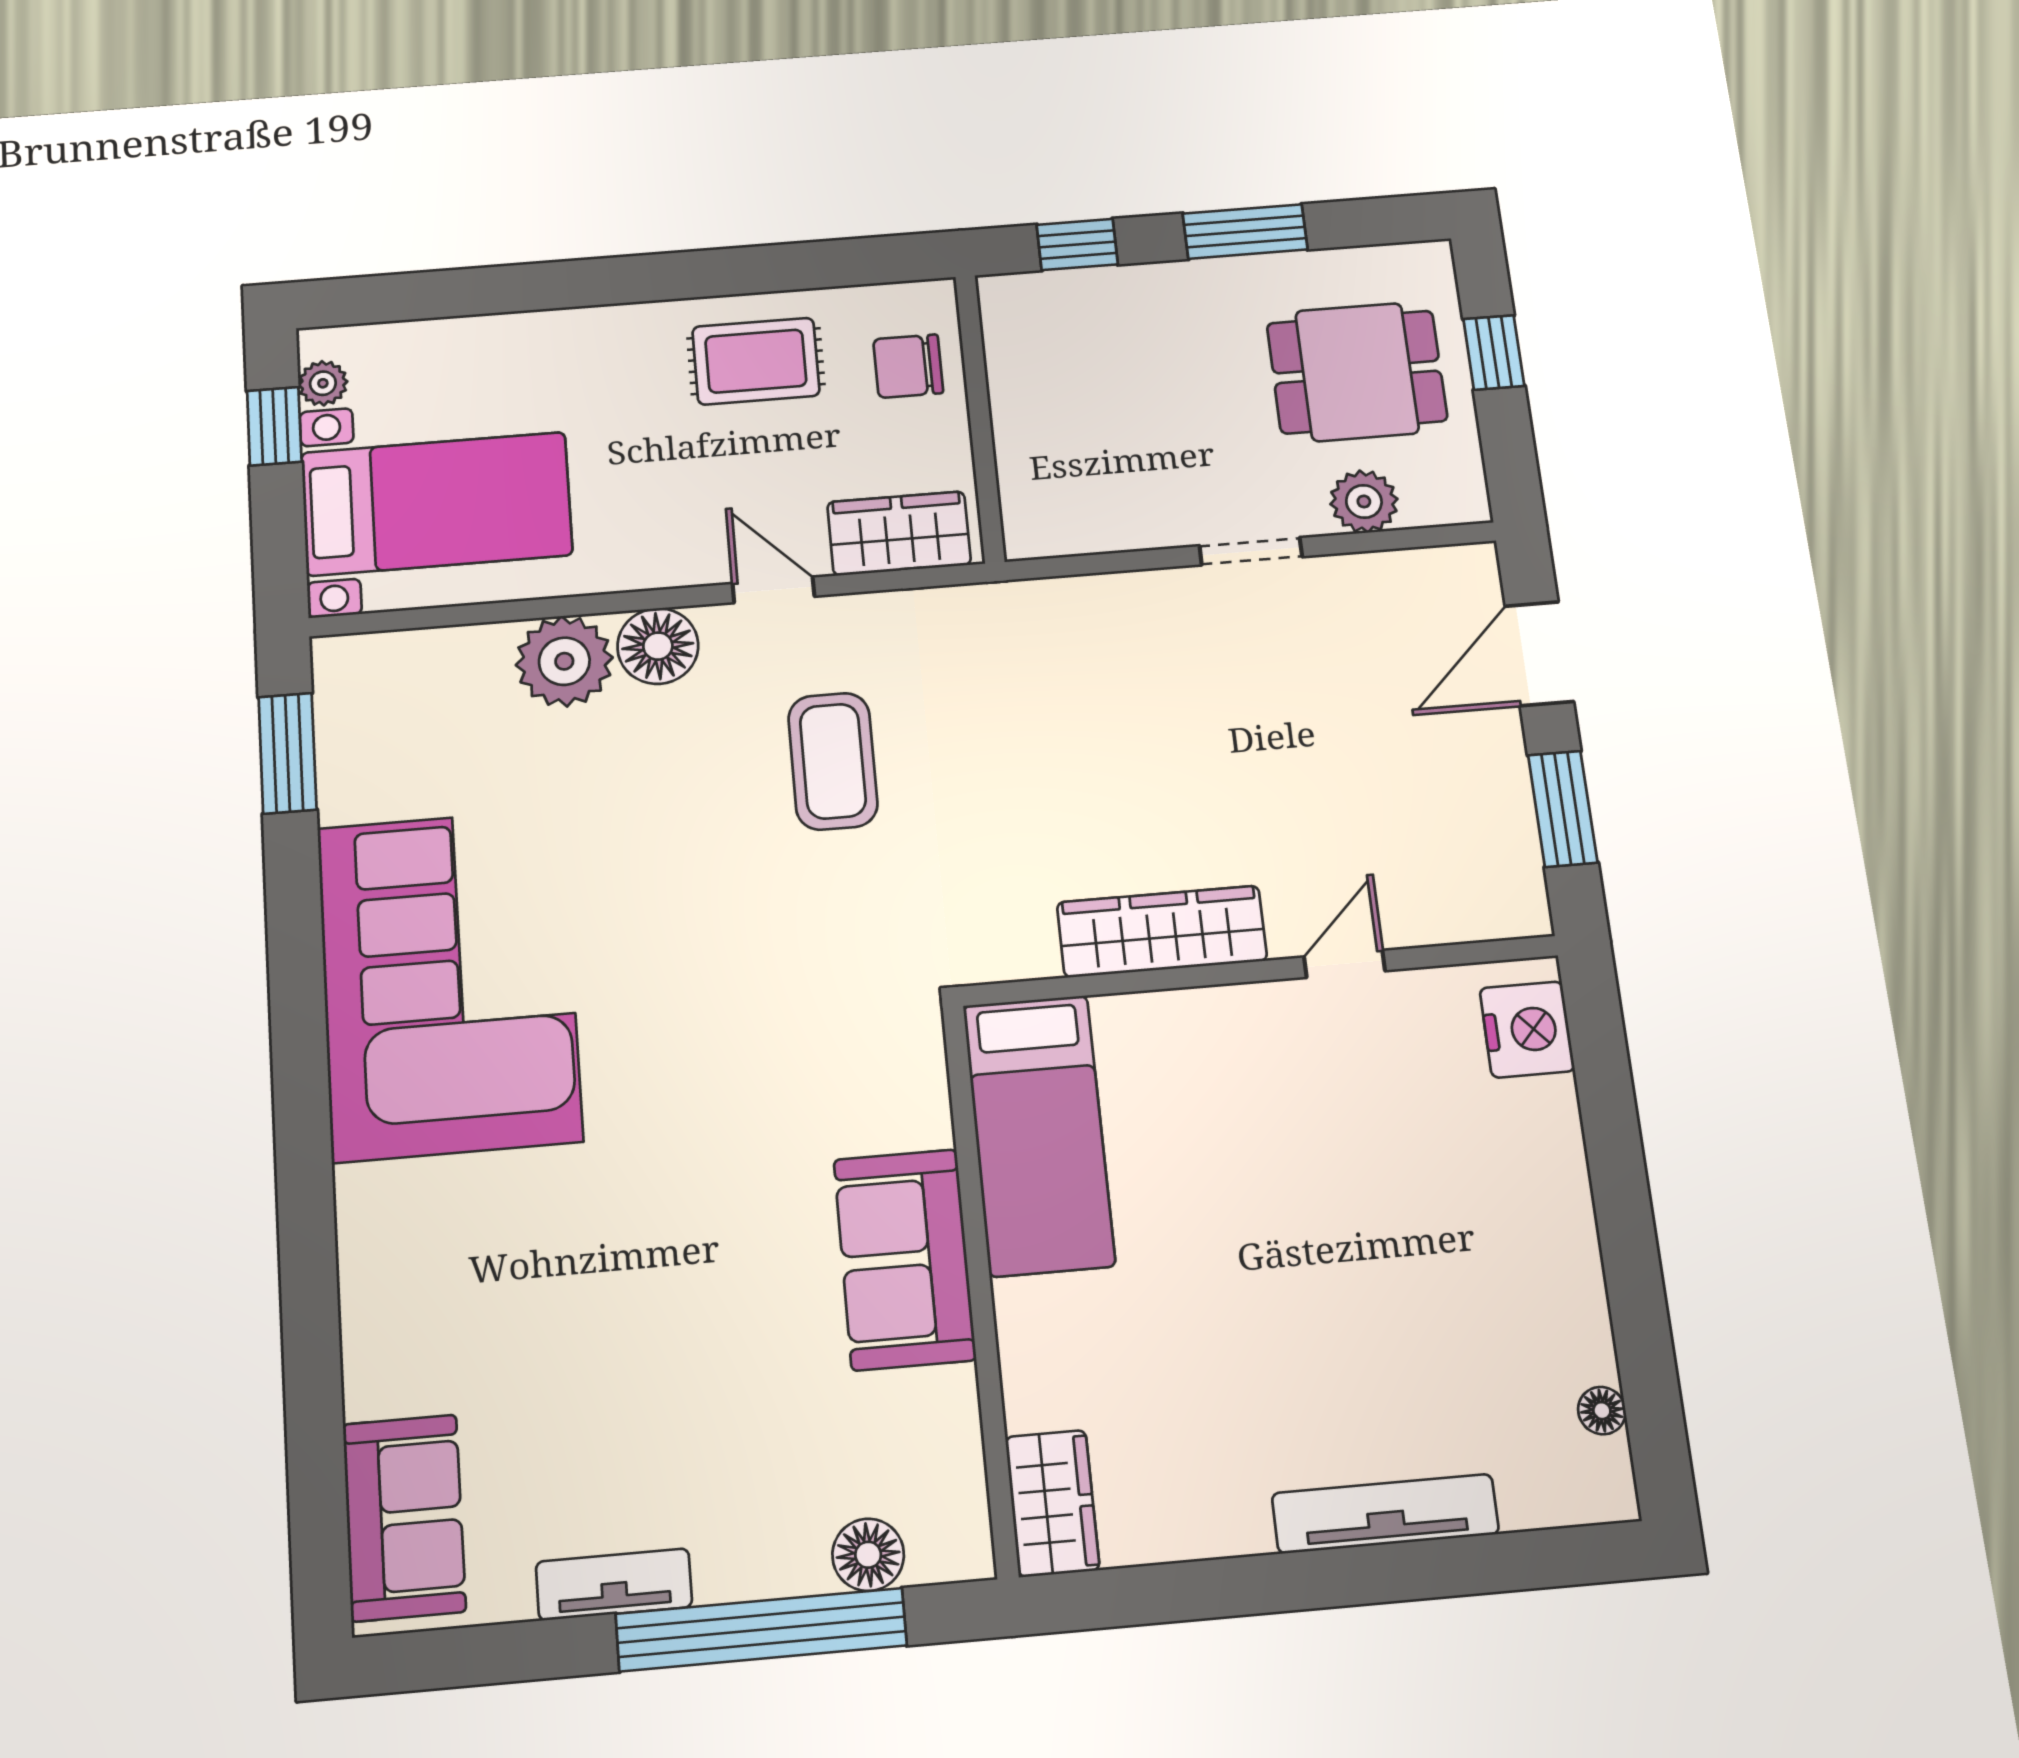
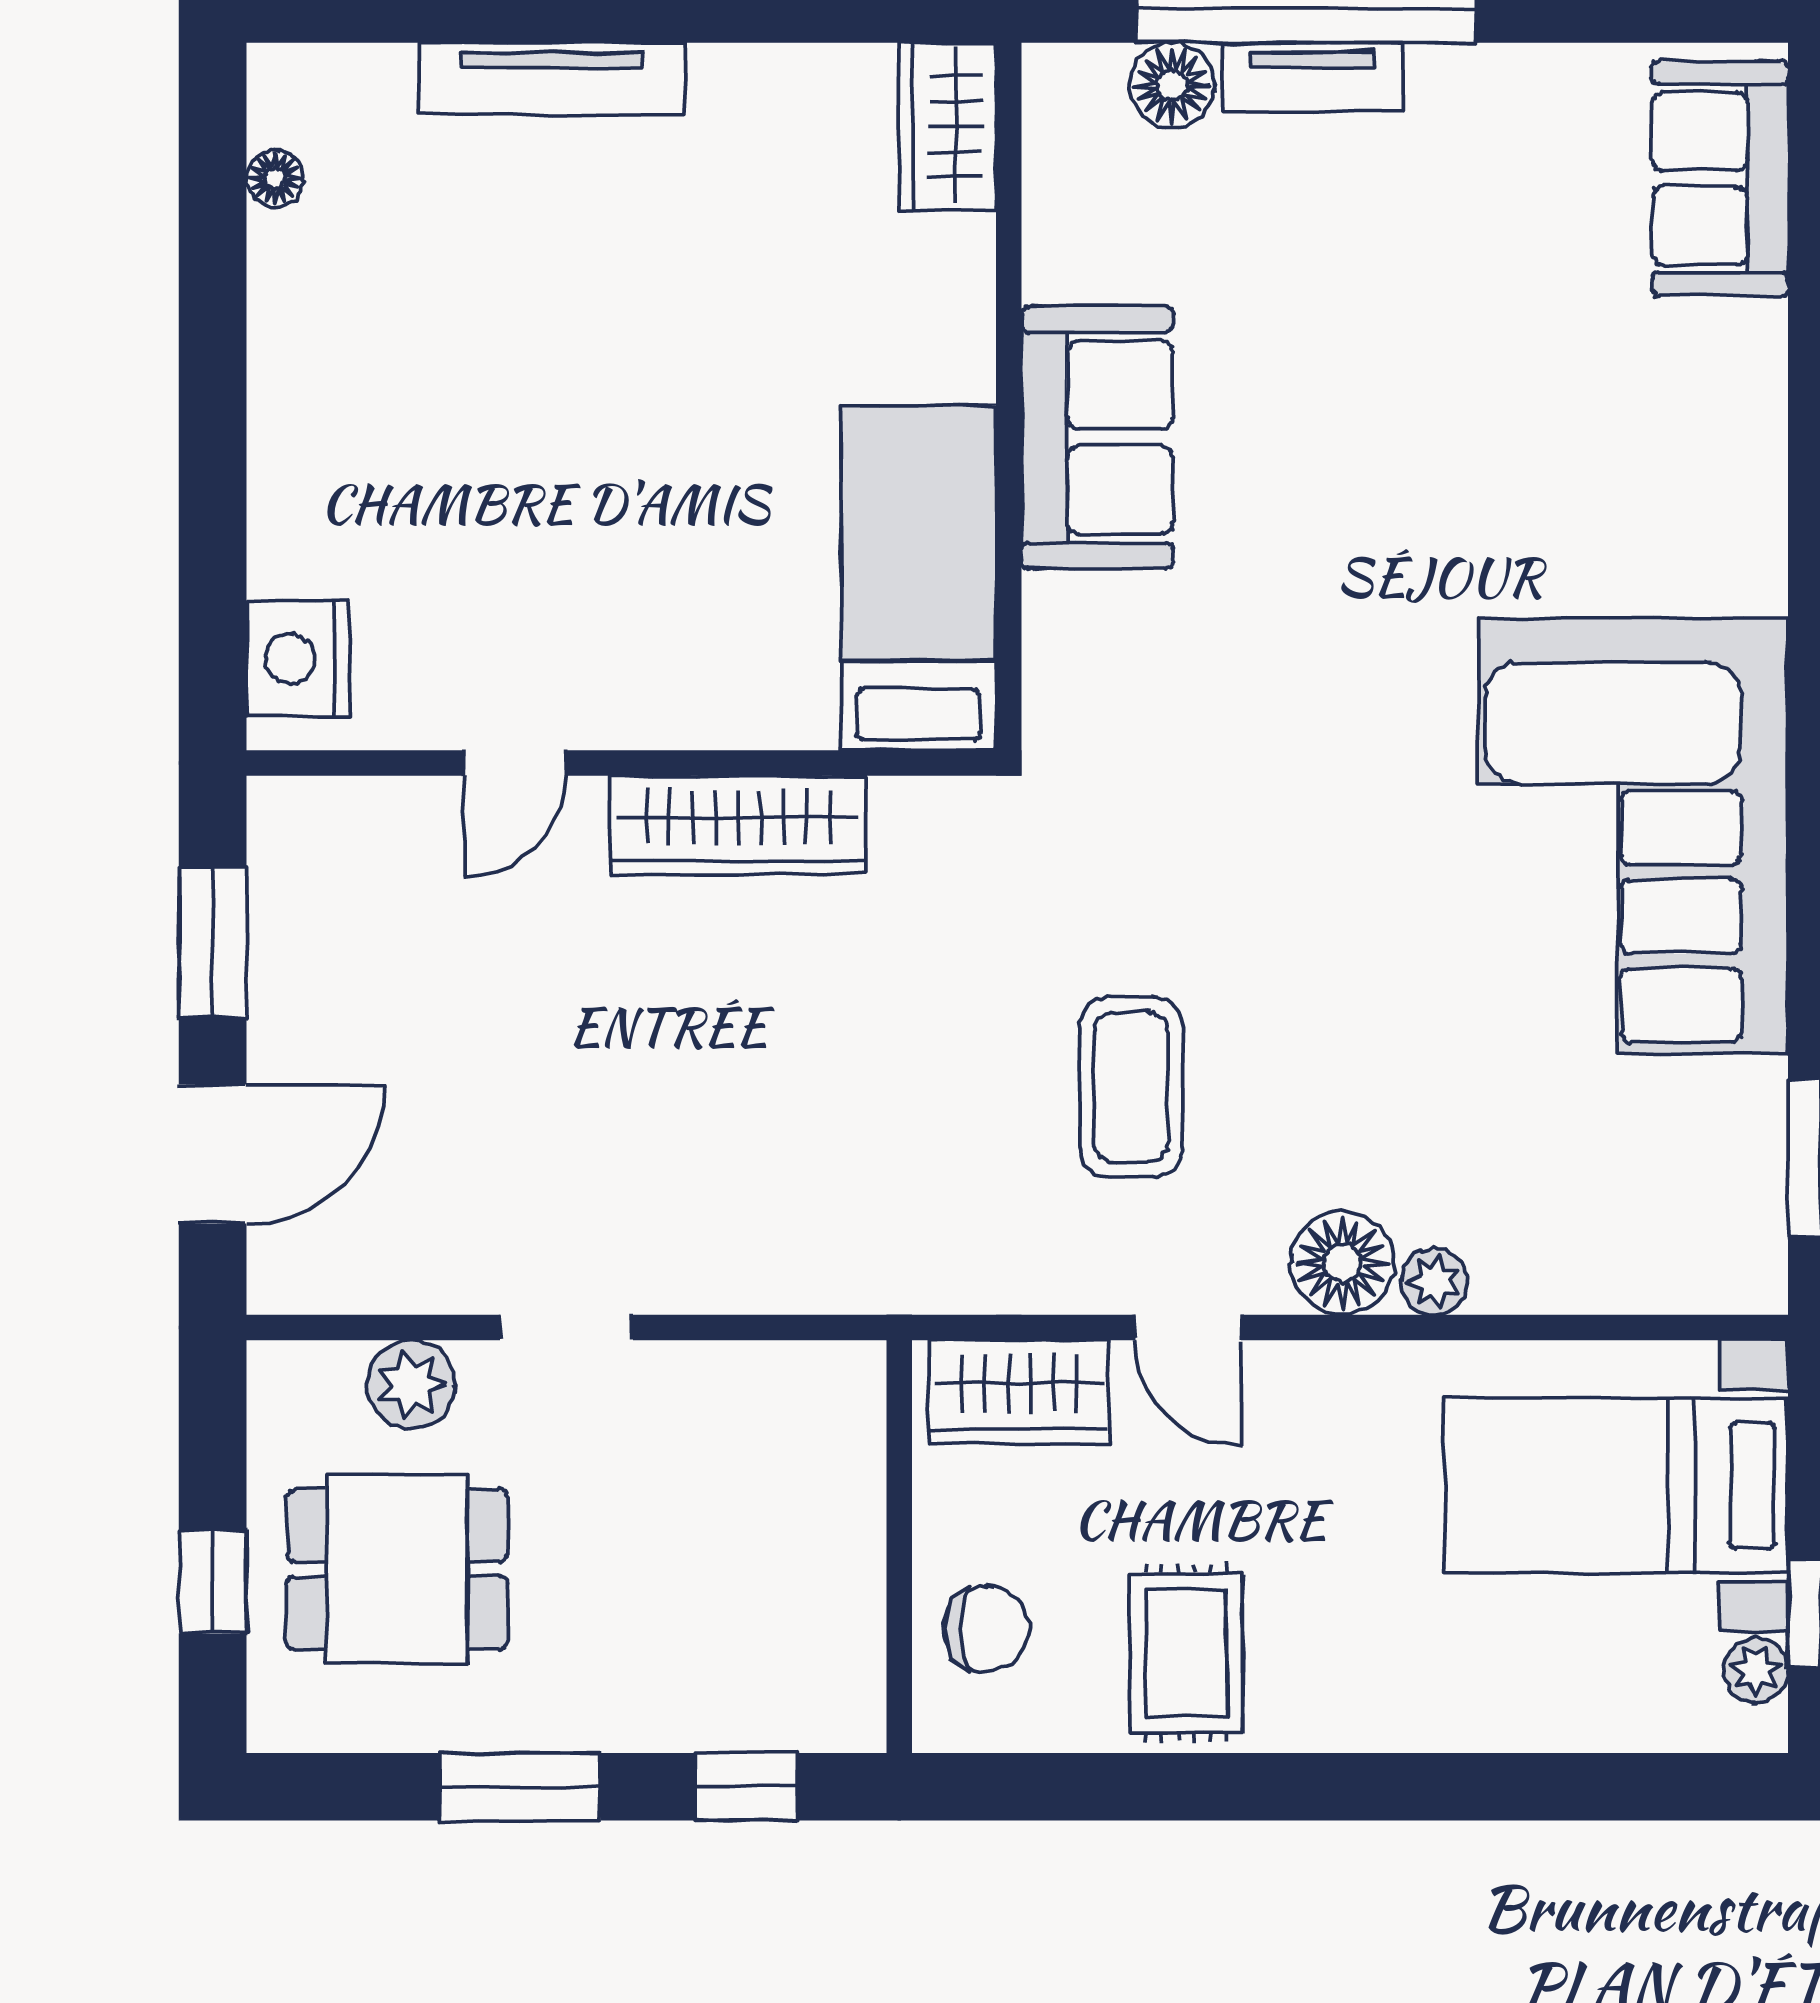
rug: (756, 361) -> (1186, 1653), turned 90
plant: (564, 661) -> (1434, 1282), width x0.53, depth x0.53
tv unit: (614, 1584) -> (1313, 77), moved

